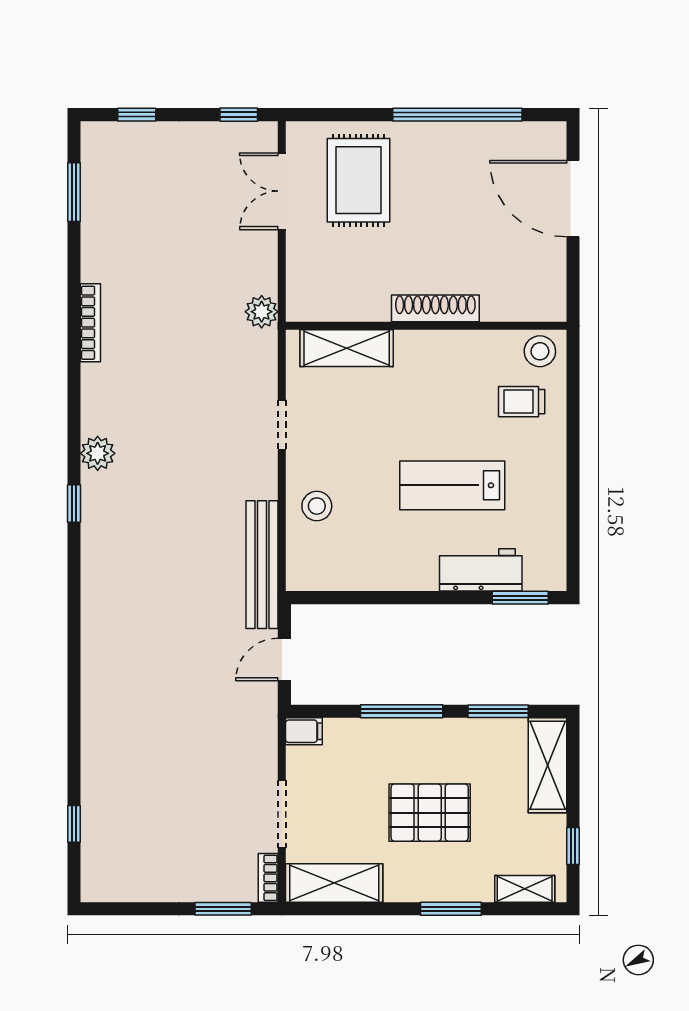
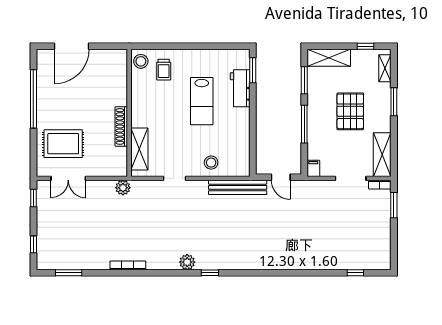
shoe rack: (435, 308) -> (121, 126), moved

